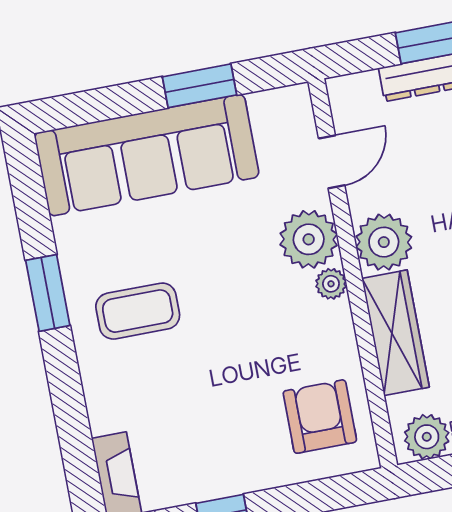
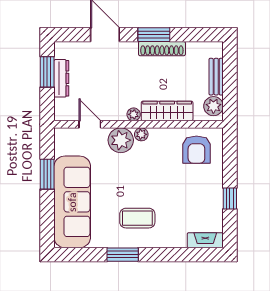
plant: (384, 242) -> (134, 114), width x0.53, depth x0.53
coffee table: (138, 311) -> (137, 218), turned 90
armchair: (320, 417) -> (196, 150), turned -90

